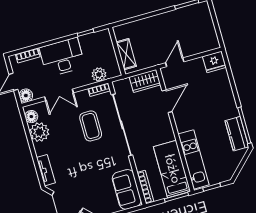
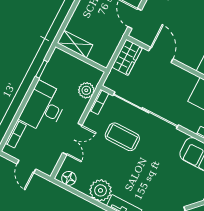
shelving: (126, 54) -> (75, 44), moved
floor lamp: (26, 96) -> (47, 167), removed
plant: (39, 132) -> (101, 190), moved

